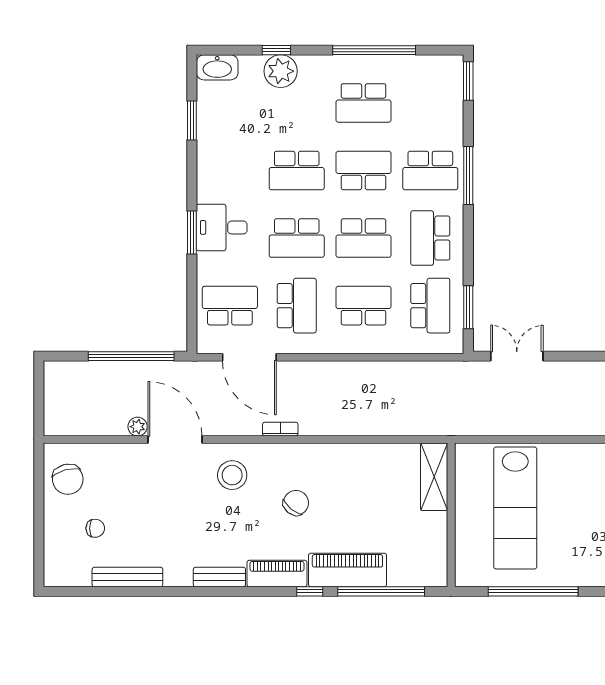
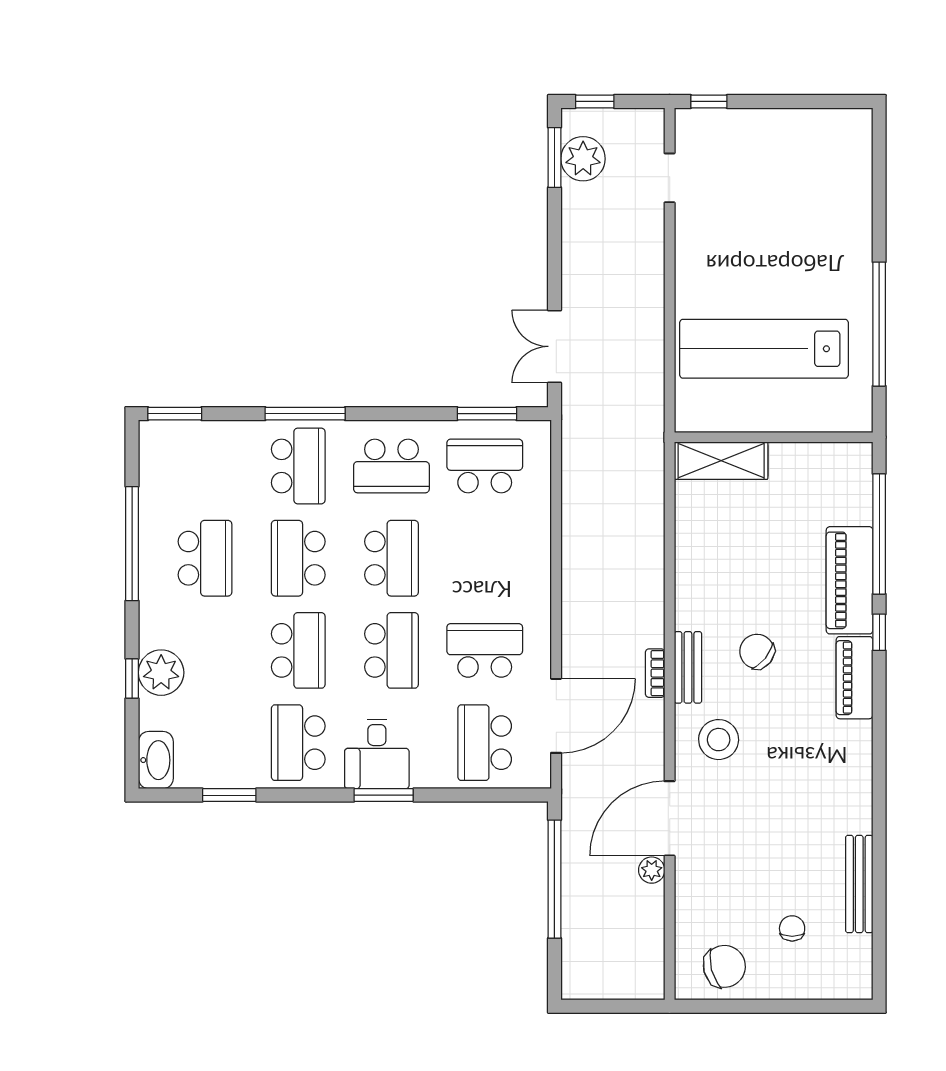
school desk: (364, 306) -> (298, 743), moved
lab bench: (515, 508) -> (764, 349), turned 180
bench: (219, 577) -> (688, 667), moved

